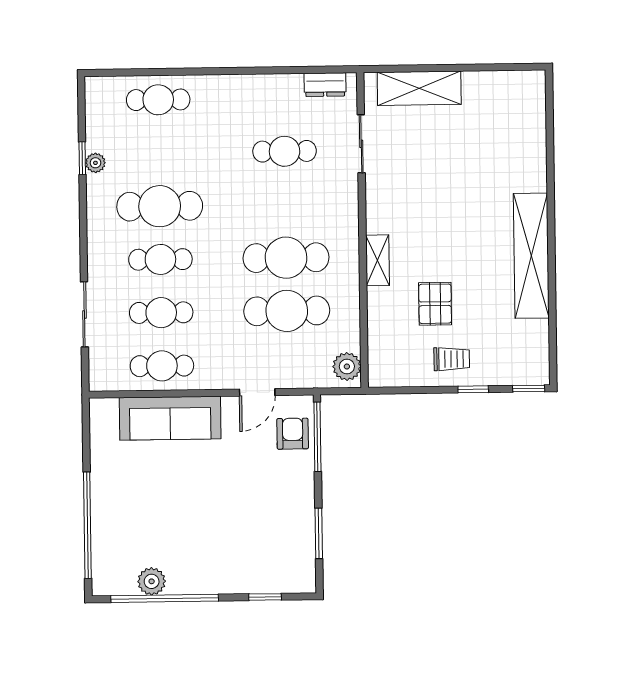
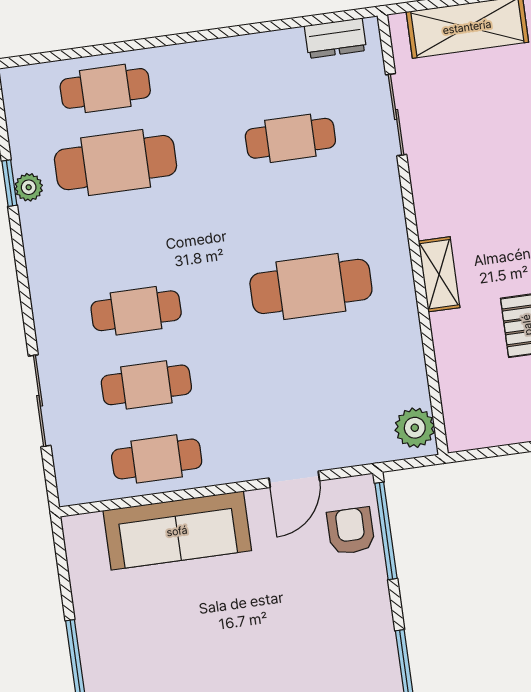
cafe table: (160, 206) -> (116, 163), moved
cafe table: (287, 311) -> (321, 361), removed

